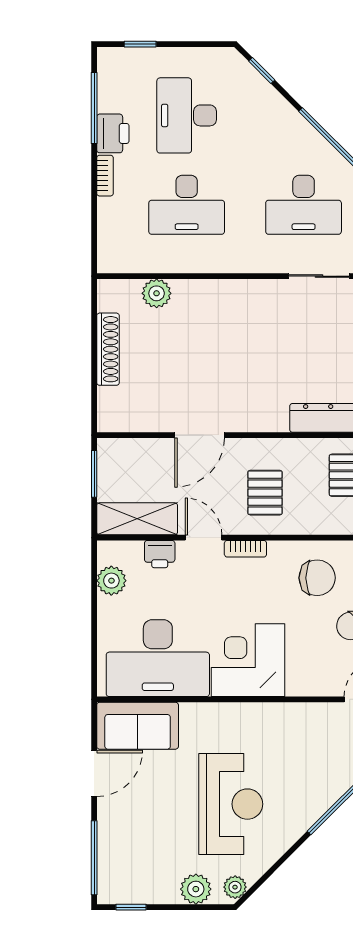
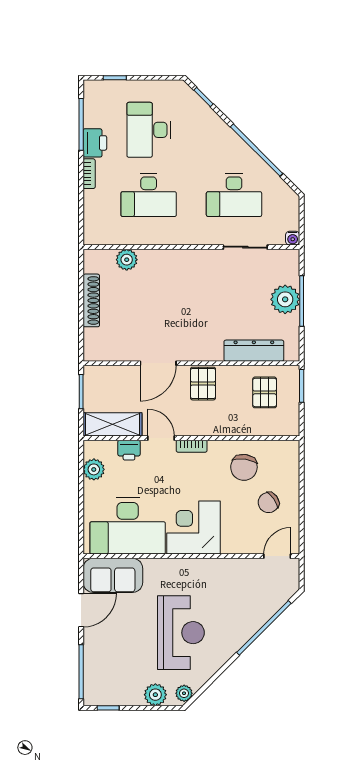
pallet: (265, 493) -> (203, 384), moved
chair: (317, 578) -> (244, 467), turned 98

